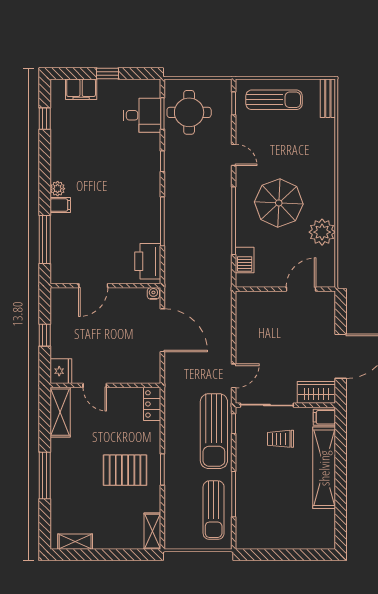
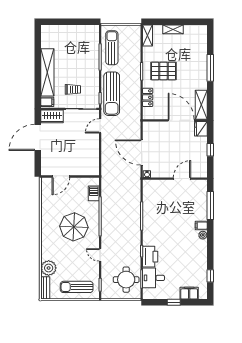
plant: (322, 232) -> (49, 268), moved
printer: (148, 261) -> (150, 257), moved
door: (95, 385) -> (181, 120), width x1.88
locker: (152, 404) -> (148, 97), moved
sun lounger: (214, 431) -> (112, 94), turned 180
shelving: (75, 542) -> (173, 29), moved

